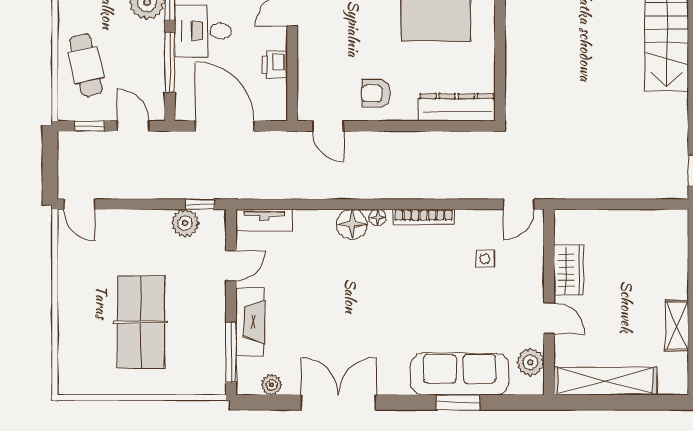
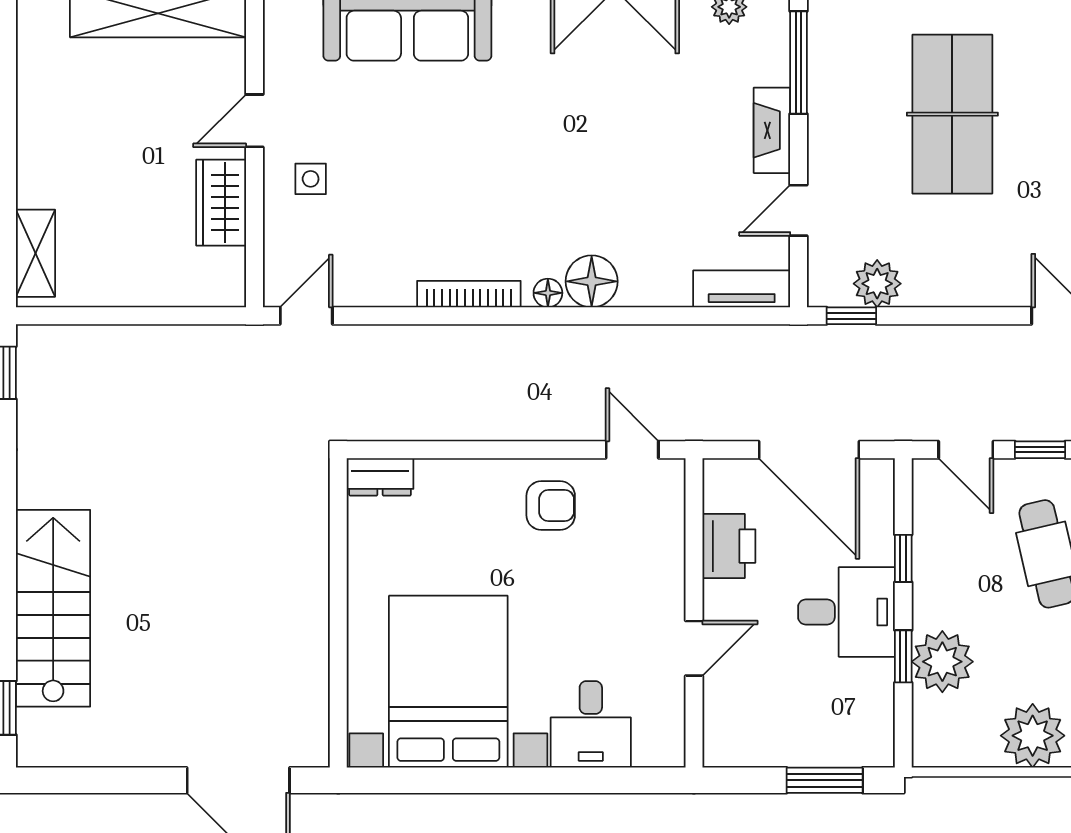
window: (170, 62) -> (903, 558), width x0.46
printer: (275, 65) -> (729, 546), width x1.36, depth x1.24
dresser: (457, 107) -> (380, 477), width x0.51, depth x0.80
side table: (485, 259) -> (311, 179), moved
door: (549, 318) -> (254, 121), hinge flipped
fireplace: (250, 322) -> (772, 130), width x0.73, depth x0.76
shelving: (677, 326) -> (36, 253), moved
plant: (530, 362) -> (287, 45), removed

